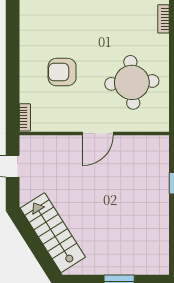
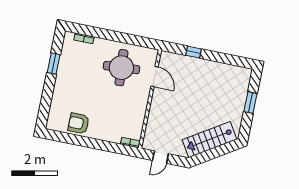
armchair: (62, 72) -> (79, 123), moved, turned 90
door: (98, 134) -> (155, 76), moved

